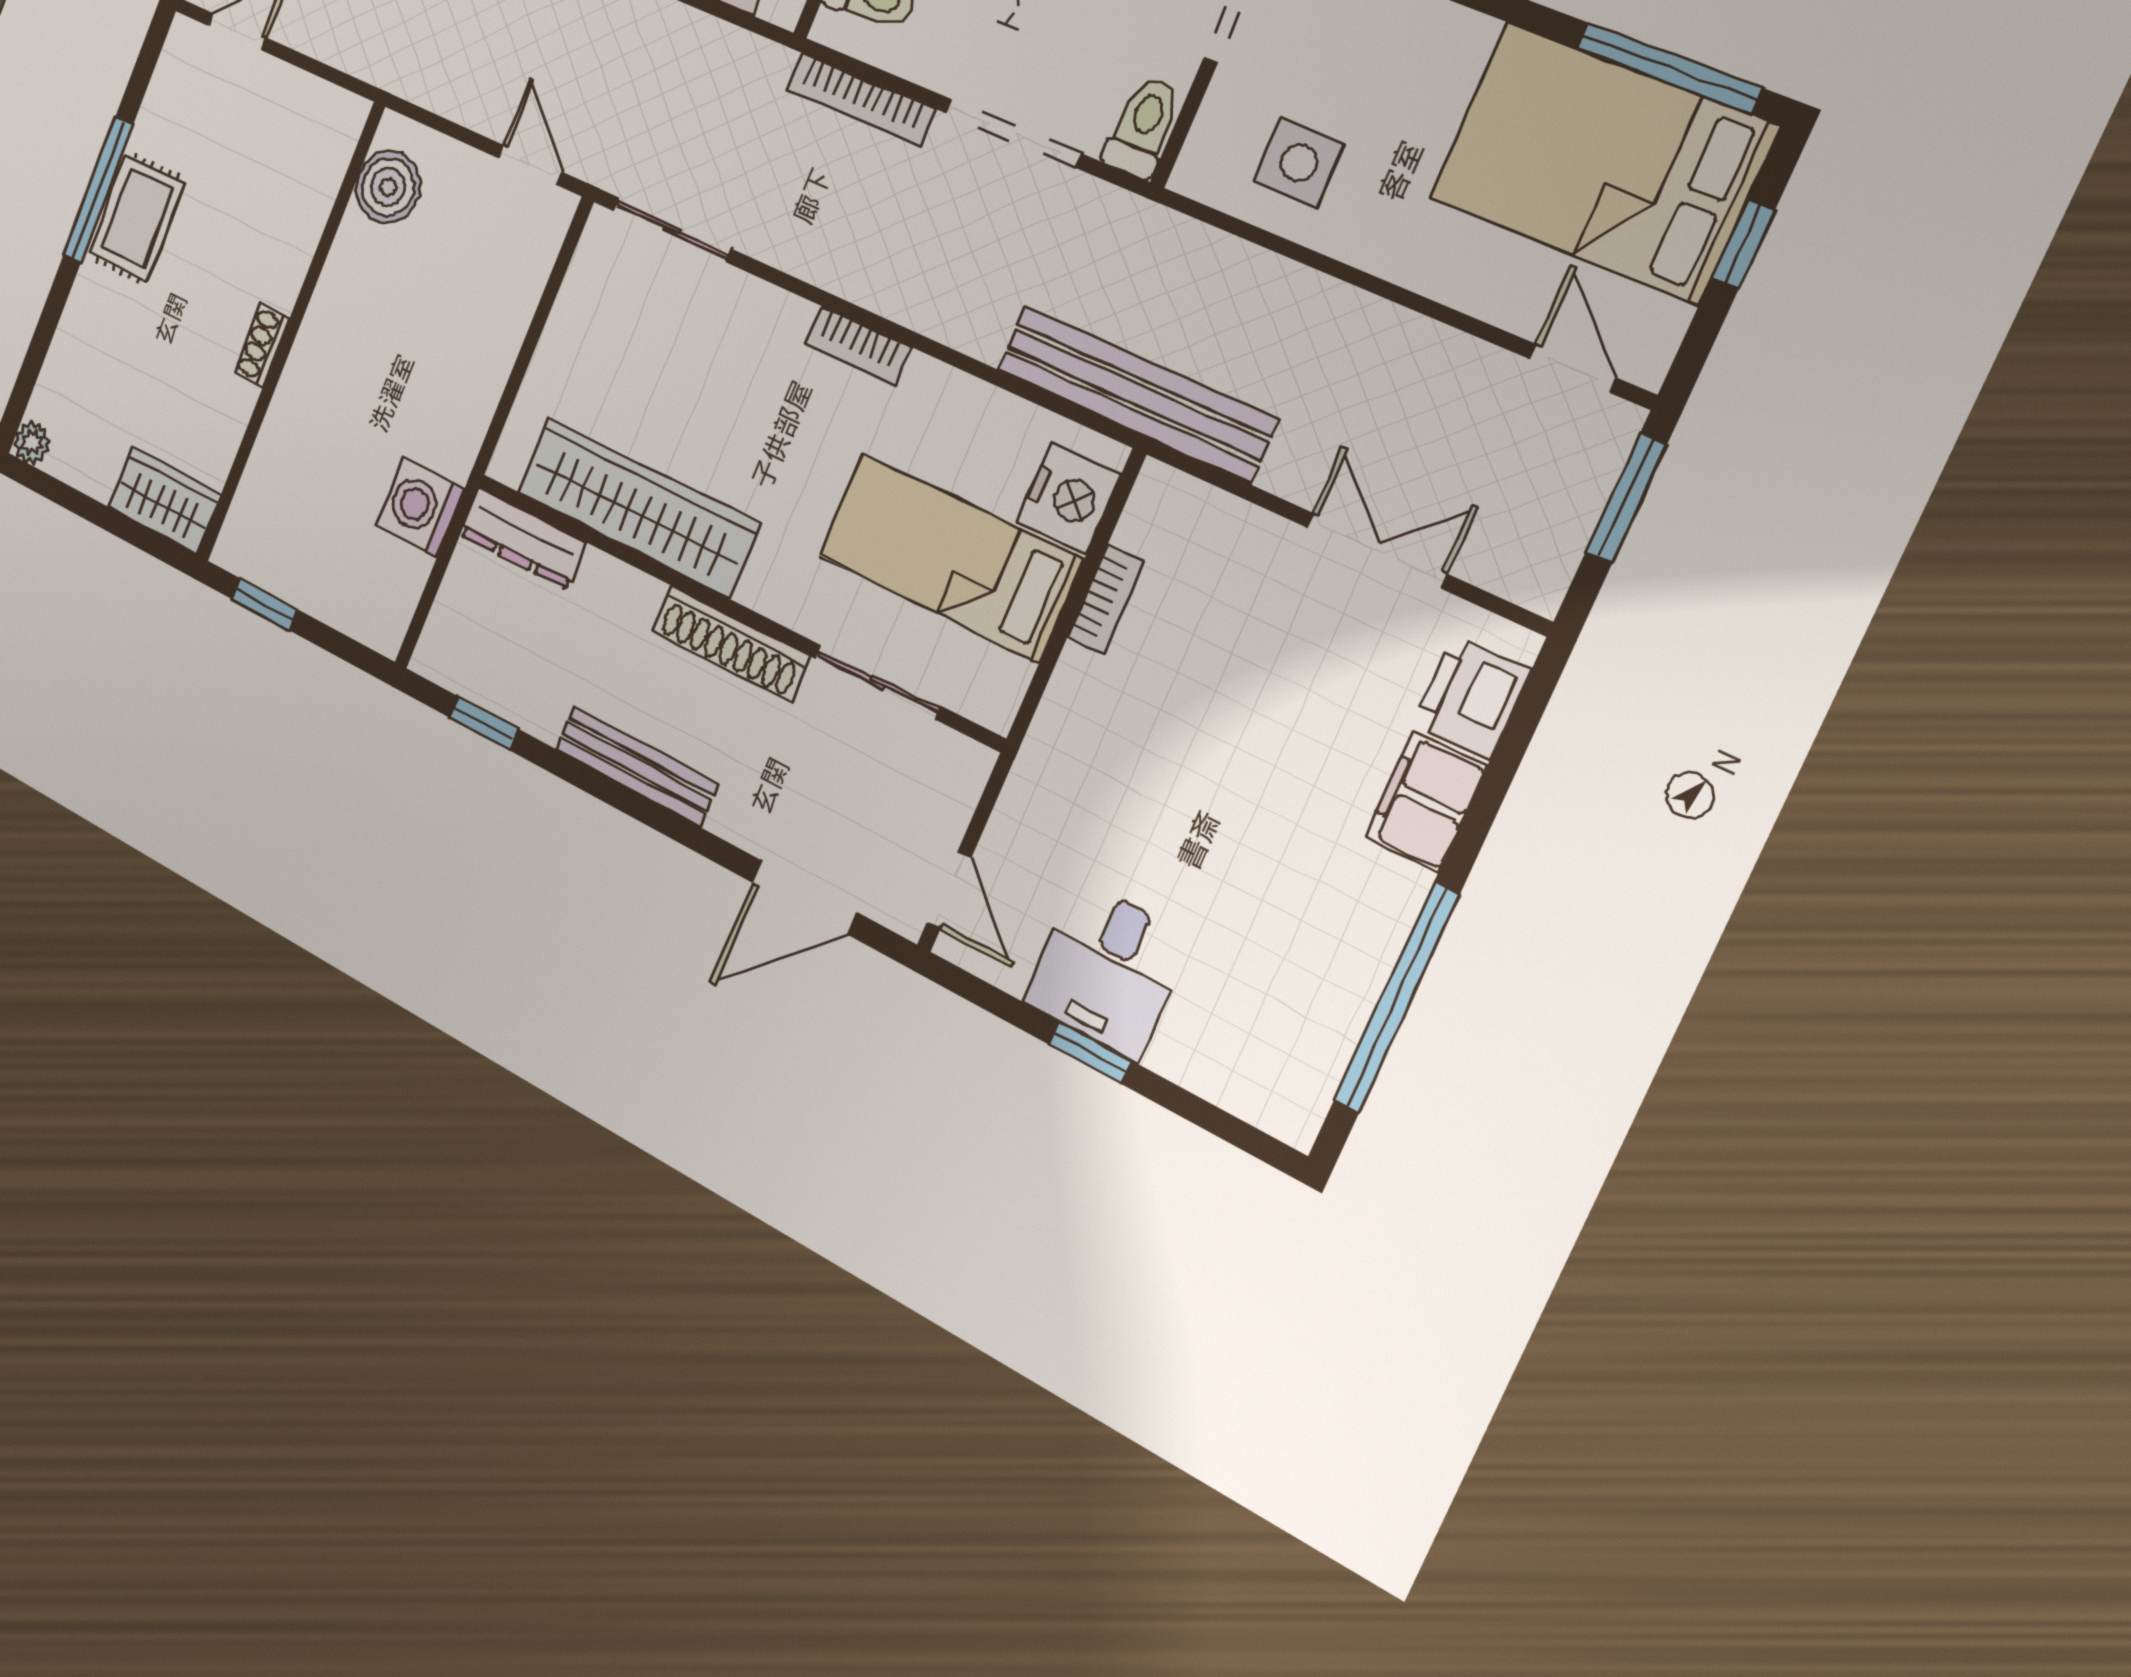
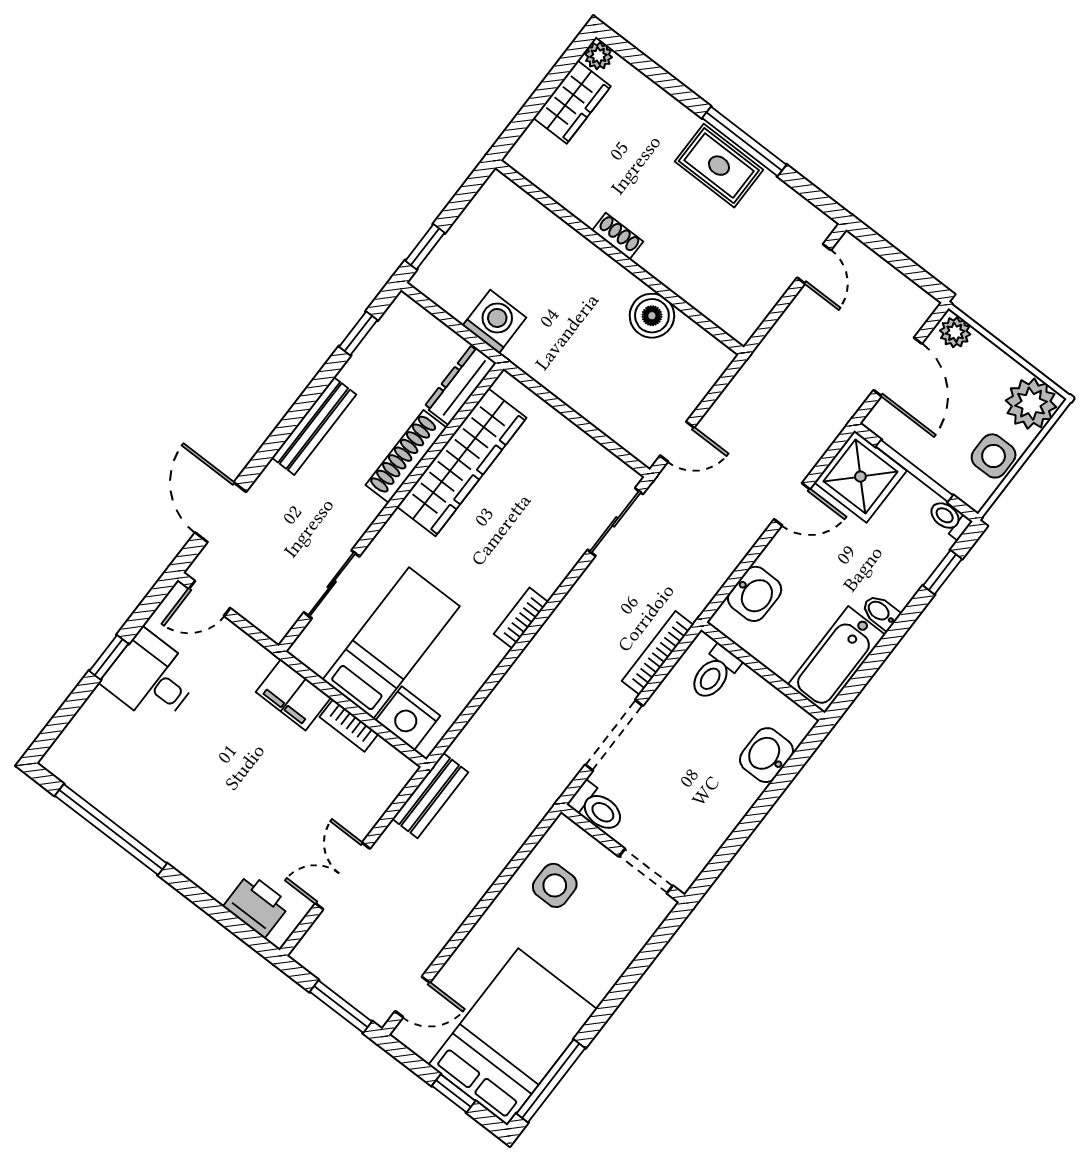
boiler: (388, 187) -> (652, 316), moved
bench: (1136, 394) -> (430, 795), width x0.54, depth x0.82
wardrobe: (164, 501) -> (572, 102), moved
double door: (1377, 551) -> (343, 876), swing flipped
window: (265, 604) -> (425, 247), moved
shoe rack: (731, 643) -> (406, 456), moved
filing cabinet: (1425, 802) -> (293, 695), moved, turned 180

